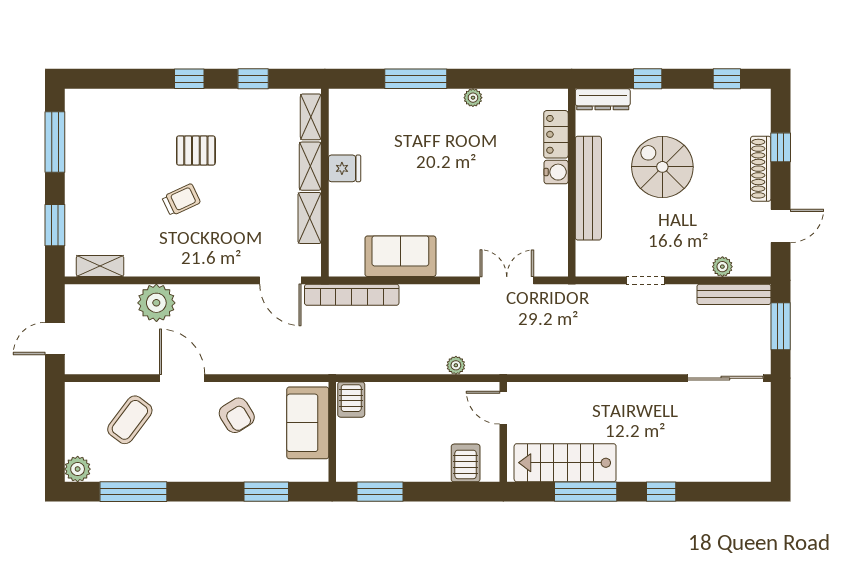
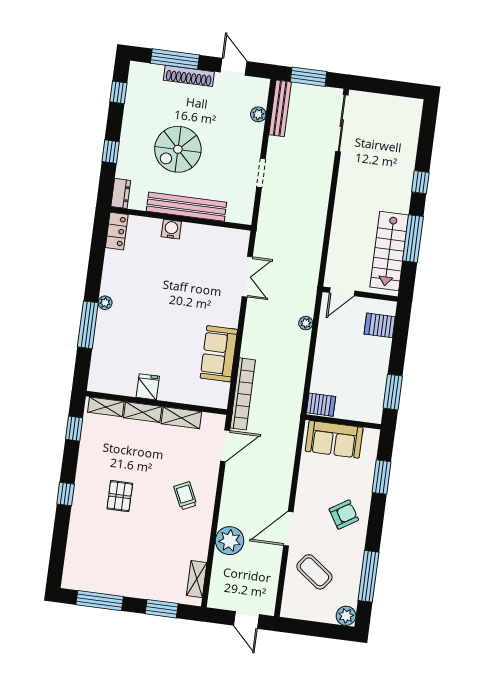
window: (253, 79) -> (74, 429), moved
plant: (473, 98) -> (105, 303), moved
dresser: (603, 99) -> (121, 193), width x0.70
locker: (556, 134) -> (117, 231), moved, turned -90
window: (781, 147) -> (175, 59), width x2.17
trolley: (181, 200) -> (185, 496), moved
double door: (507, 280) -> (247, 277), swing flipped
armchair: (237, 415) -> (344, 515), moved

